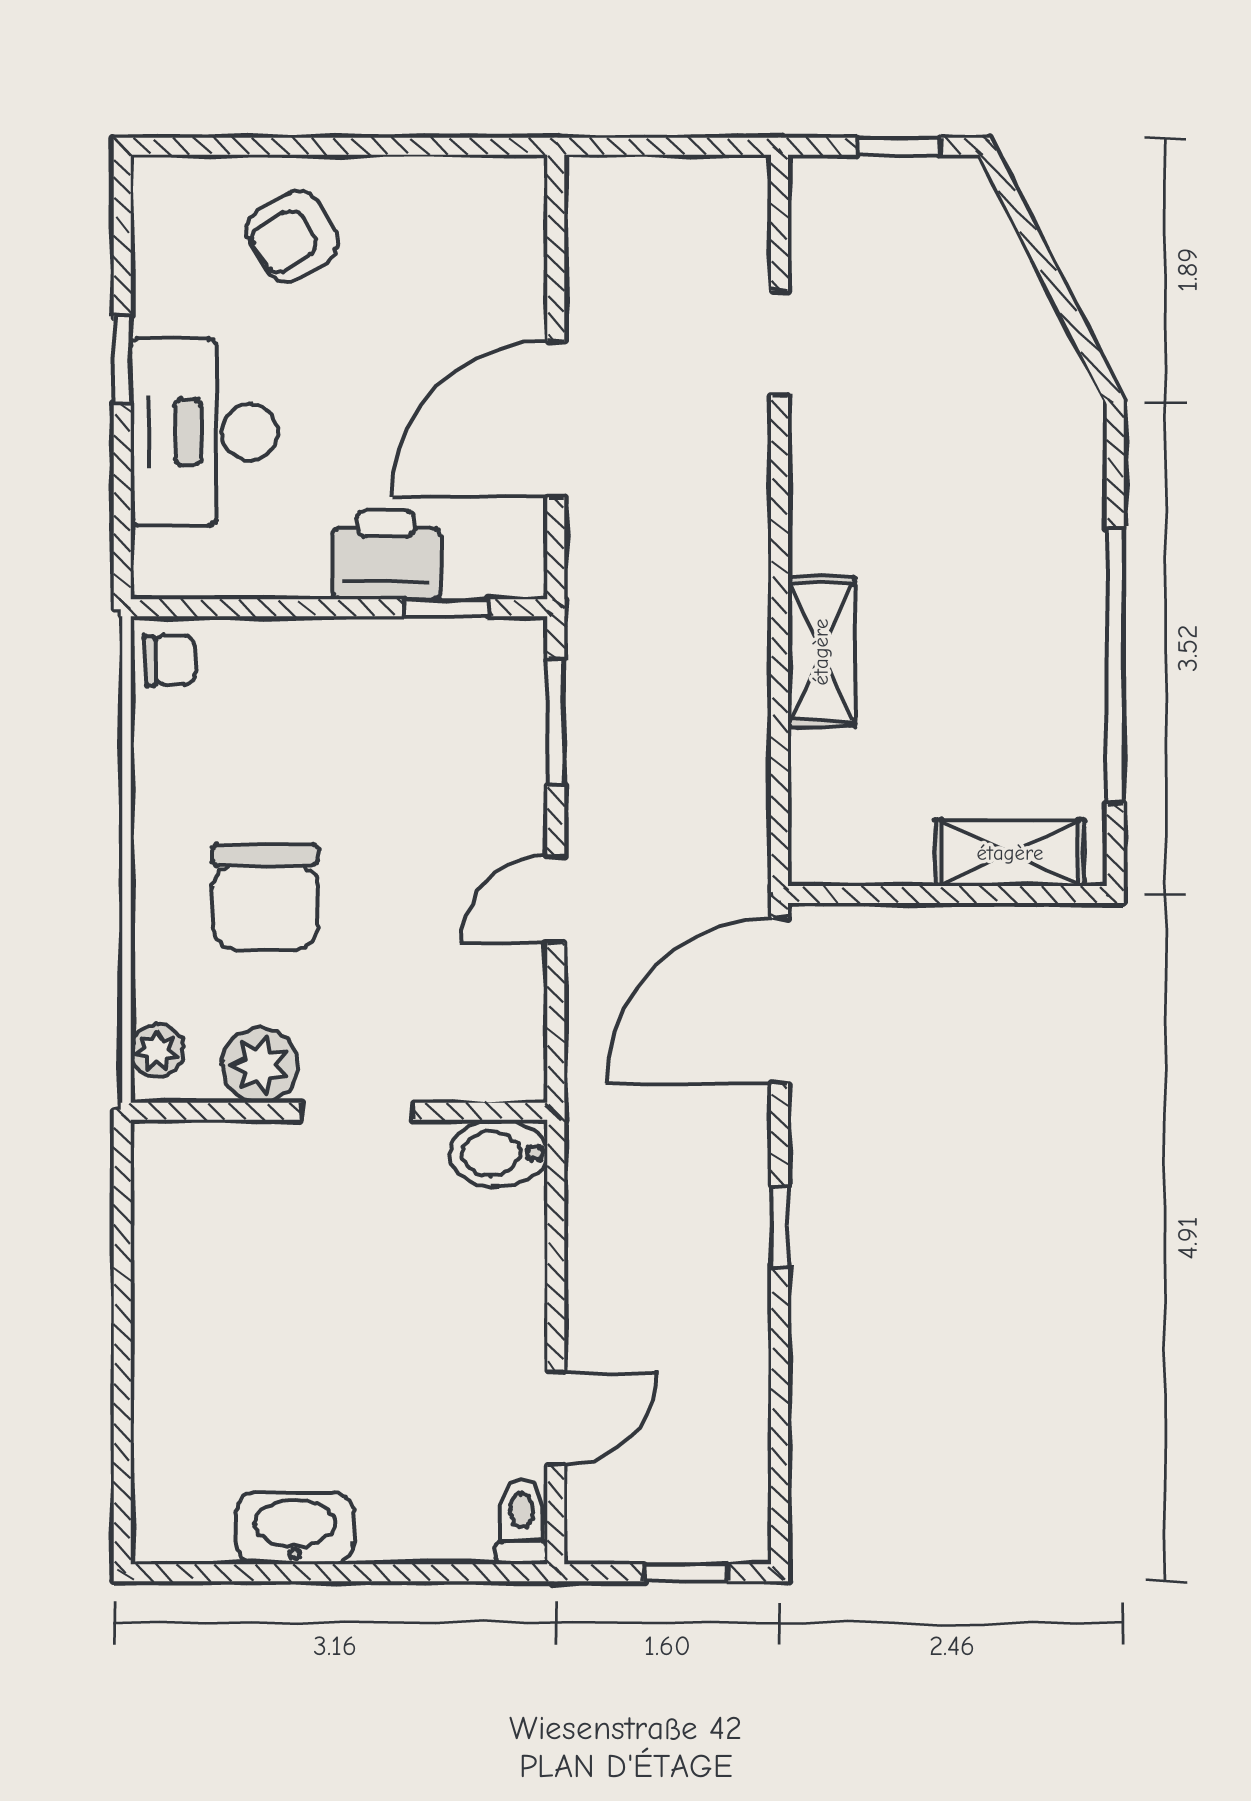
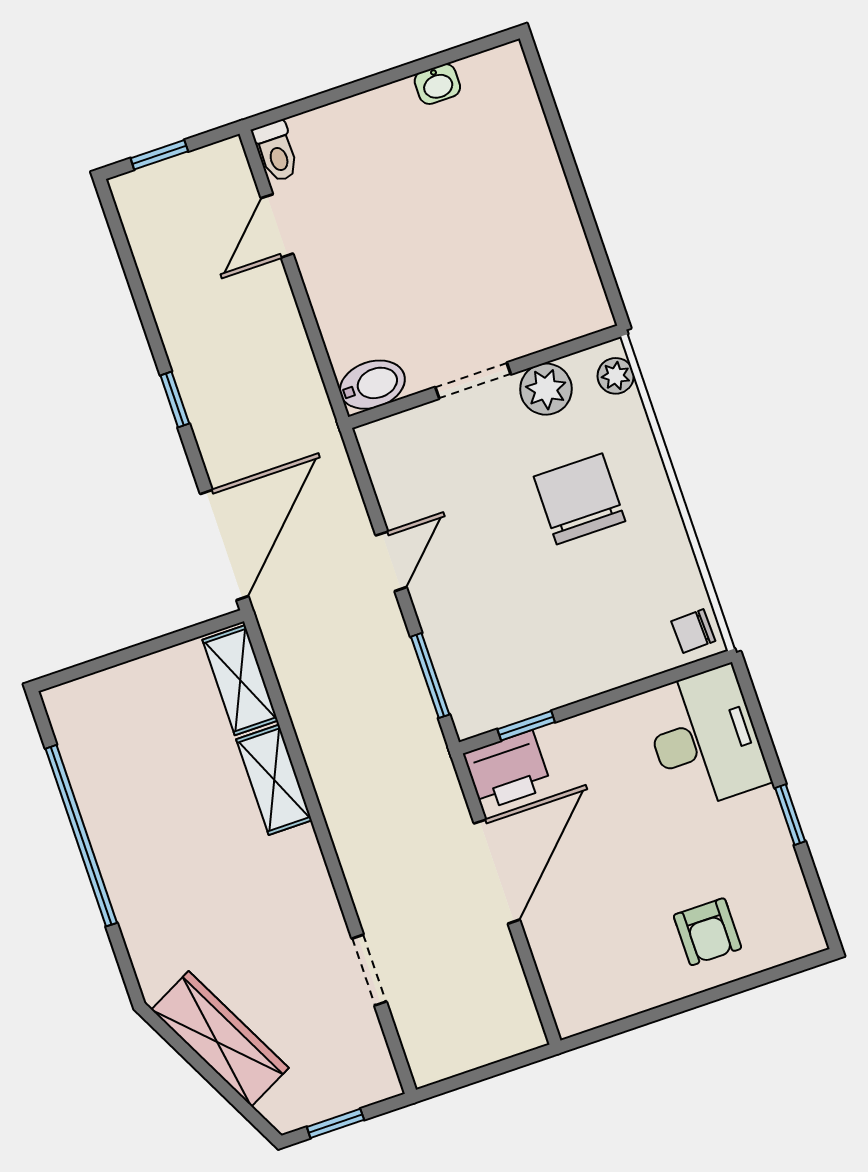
armchair: (292, 236) -> (708, 932), turned 121
wardrobe: (1019, 318) -> (220, 1039), added
desk: (204, 432) -> (705, 738), moved
printer: (386, 555) -> (507, 770), moved
shelving: (1010, 853) -> (240, 680), moved, turned 90
washbasin: (295, 1528) -> (437, 84), width x0.52, depth x0.69

